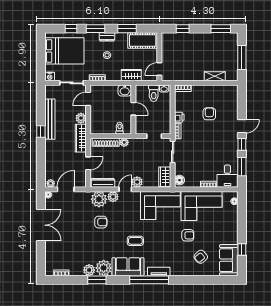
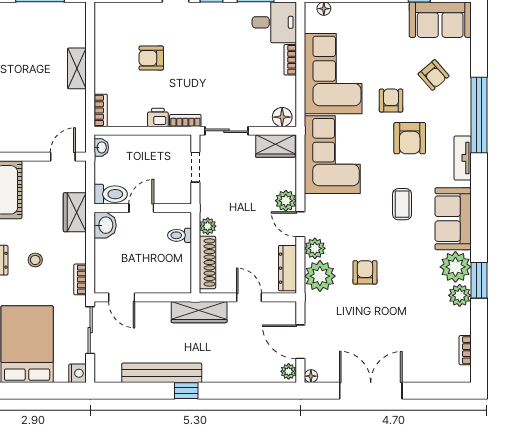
door: (159, 69) -> (63, 157), swing flipped
shelving: (215, 76) -> (77, 68), moved
toilet: (154, 93) -> (111, 194), moved
plant: (81, 118) -> (160, 312), removed
armchair: (169, 245) -> (410, 138), added
window: (149, 280) -> (479, 115), moved

